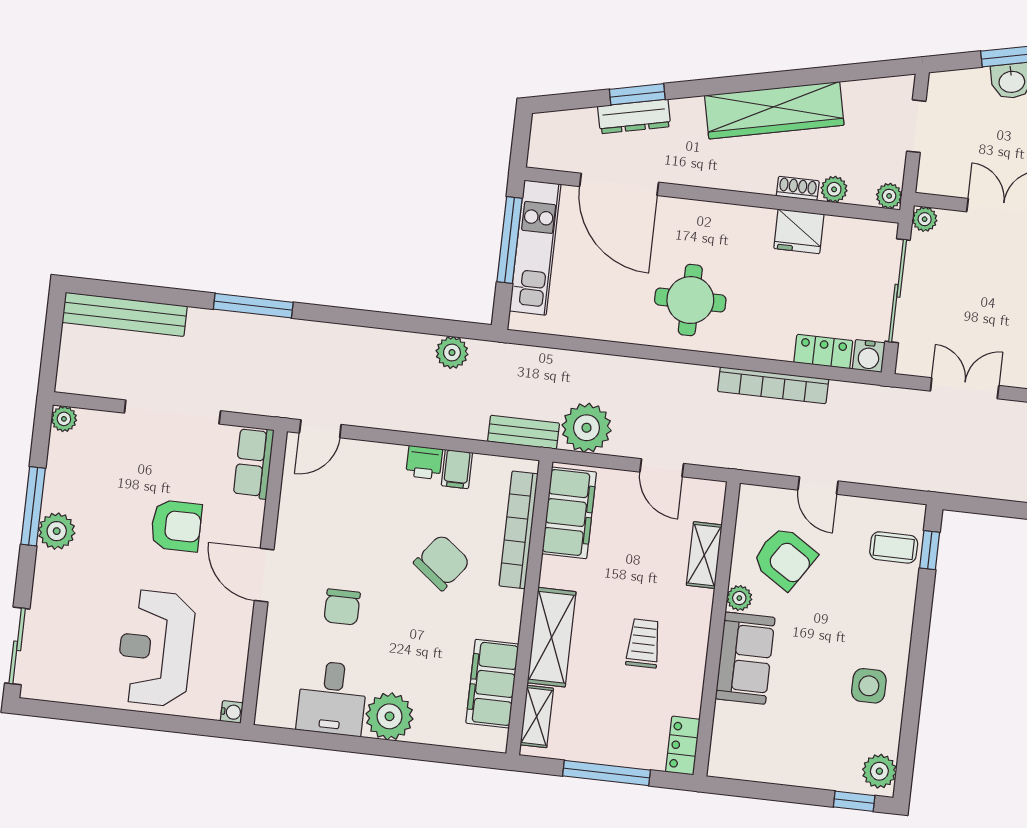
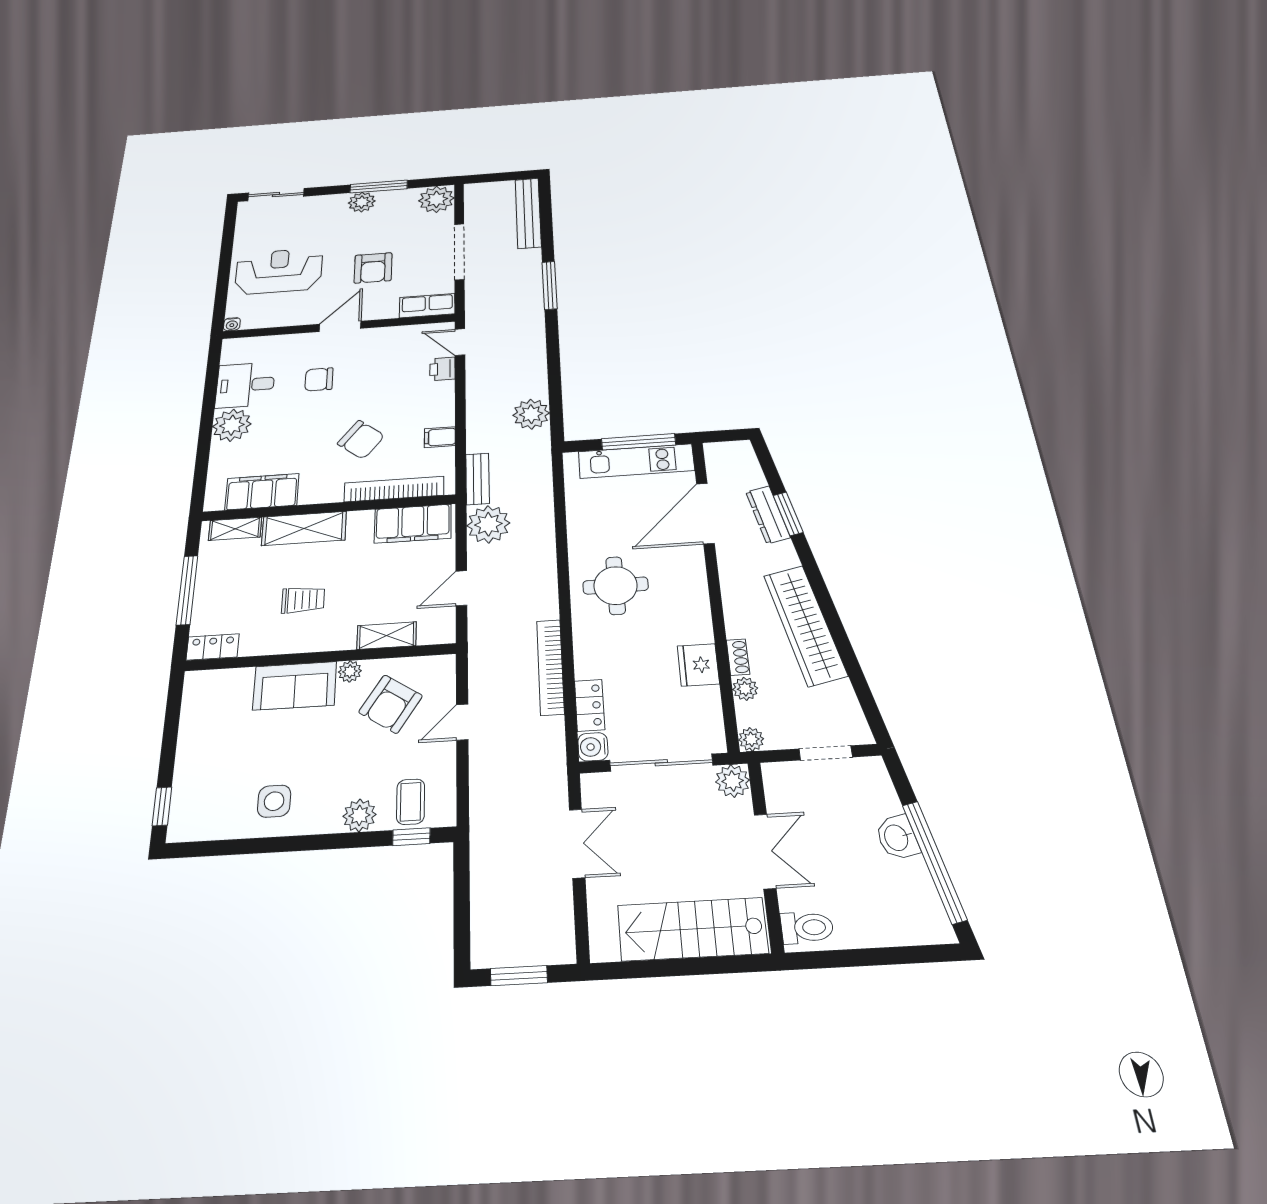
plant: (925, 219) -> (733, 781), width x1.38, depth x1.38
plant: (452, 352) -> (531, 414), width x1.36, depth x1.36
plant: (64, 419) -> (436, 199), width x1.88, depth x1.88
printer: (424, 462) -> (442, 369), moved
plant: (879, 771) -> (359, 815), moved

